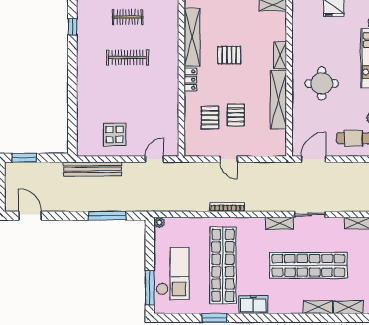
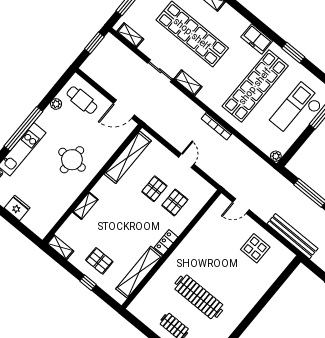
pallet: (229, 55) -> (99, 261), moved
clothes rail: (128, 57) -> (199, 297), width x1.37, depth x1.31
shelving: (278, 99) -> (128, 157), moved

